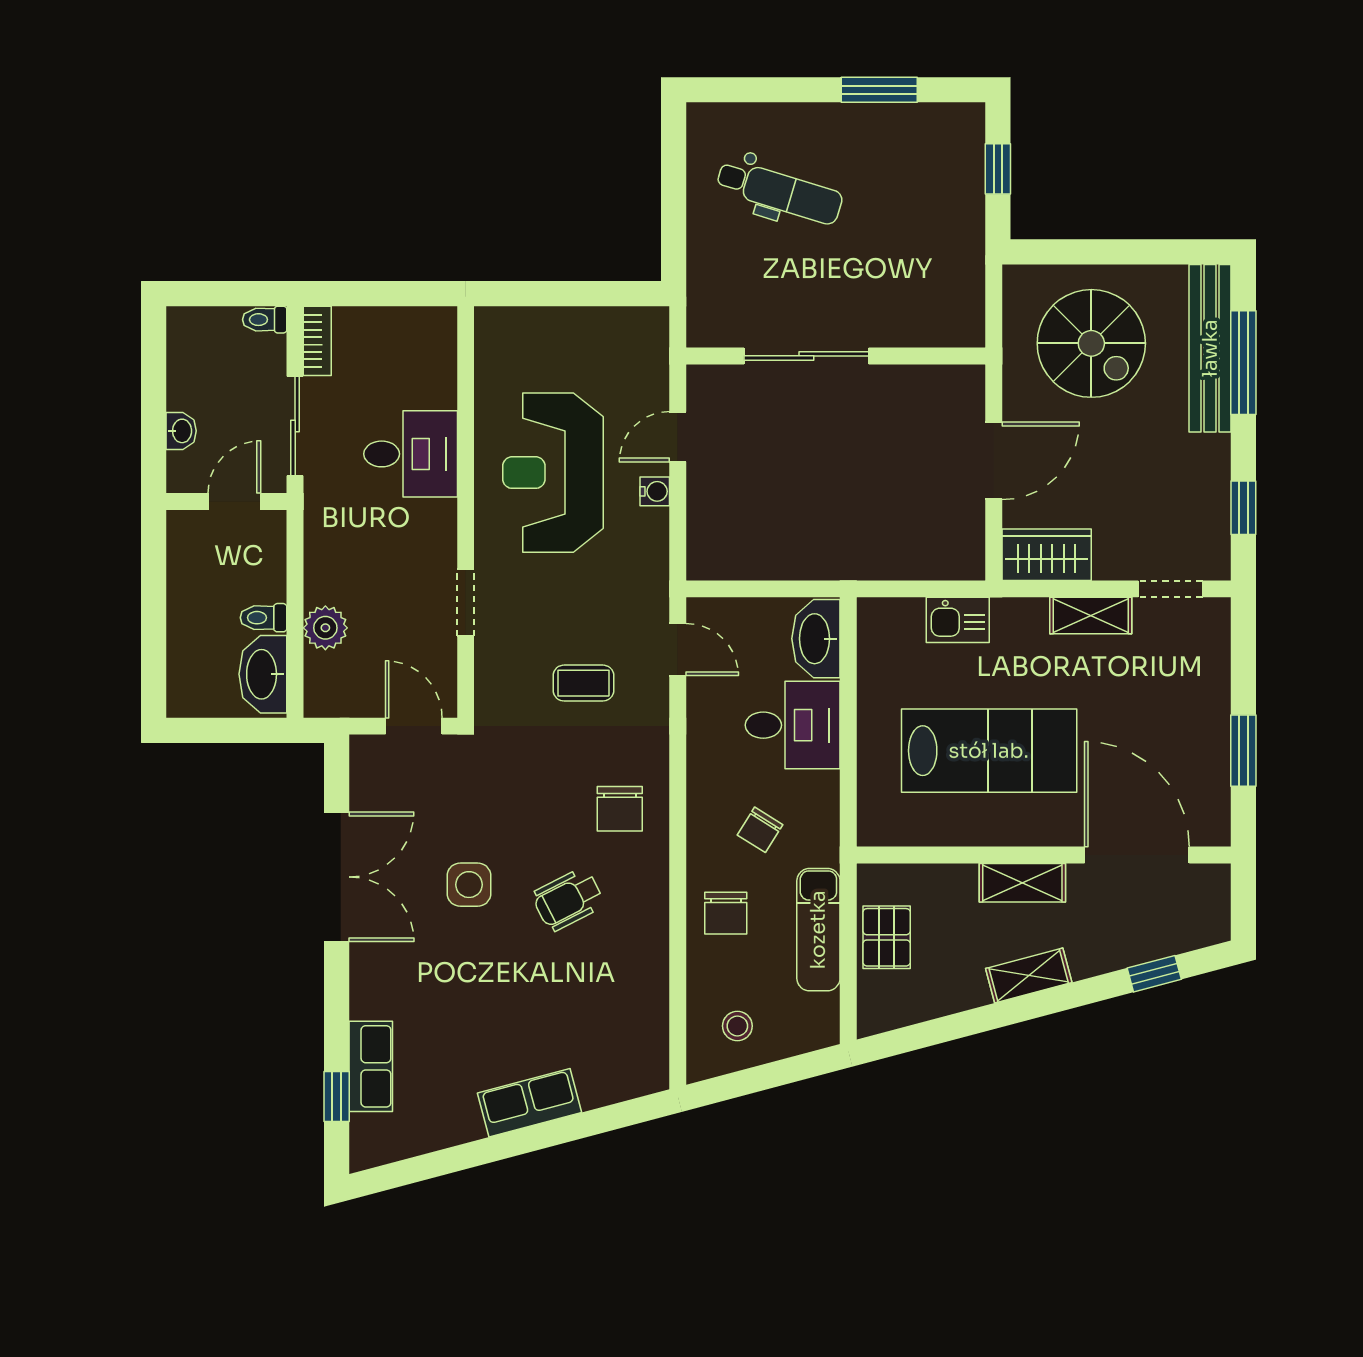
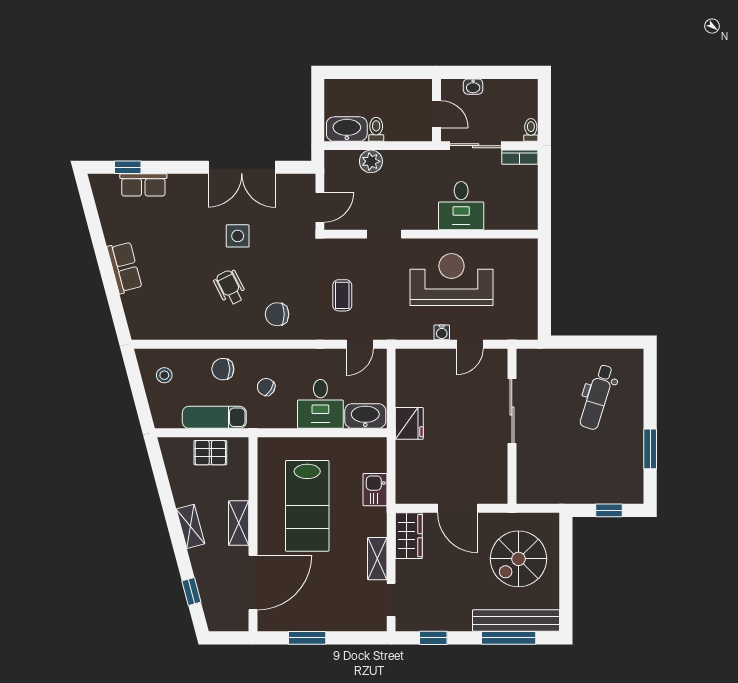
door: (678, 437) -> (470, 344), swing flipped
fridge: (830, 554) -> (409, 423), added

